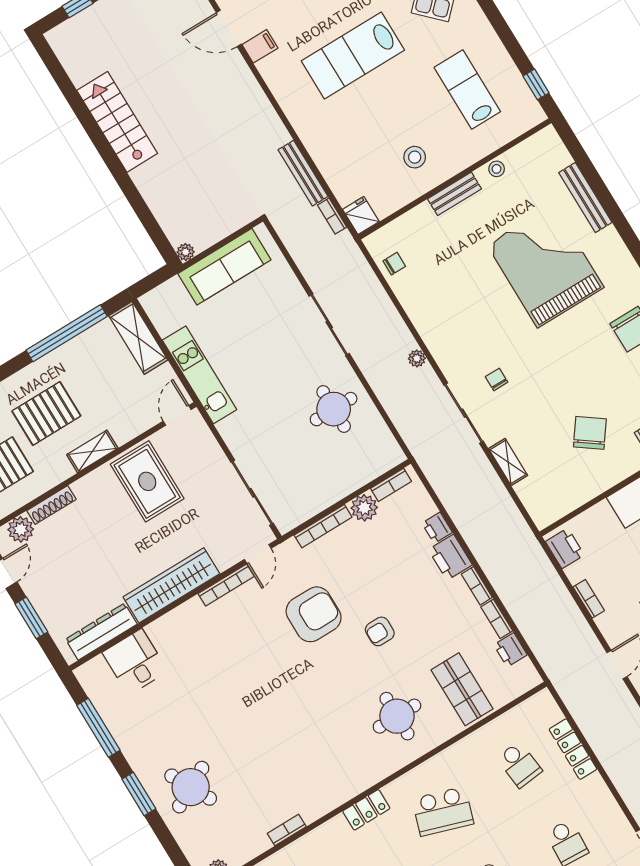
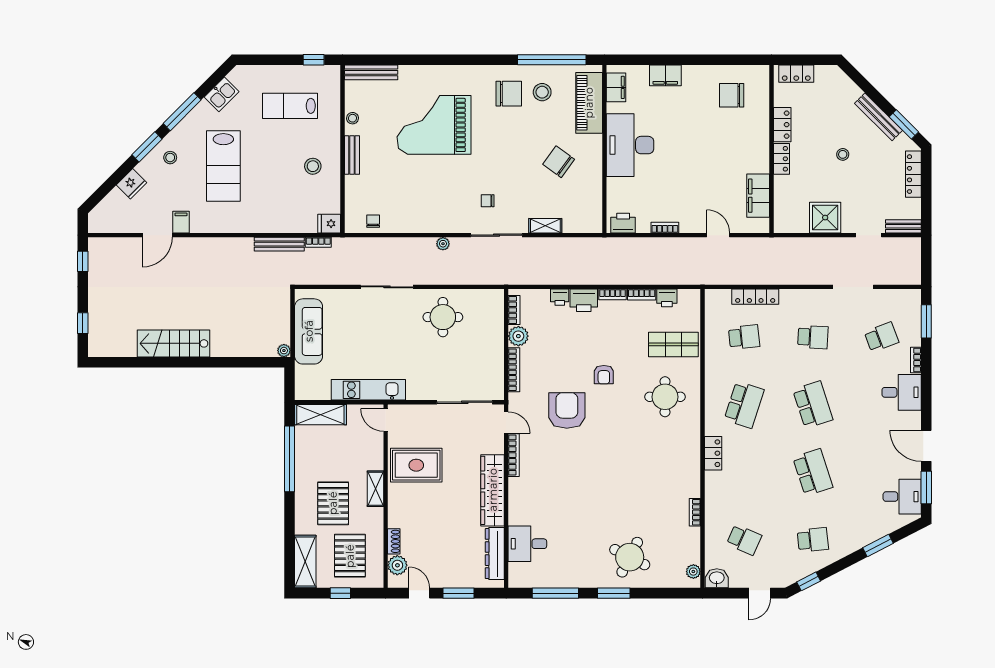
bench: (585, 197) -> (371, 72), moved
shoe rack: (51, 505) -> (394, 541), width x0.70
round table: (191, 787) -> (630, 557), turned -35

